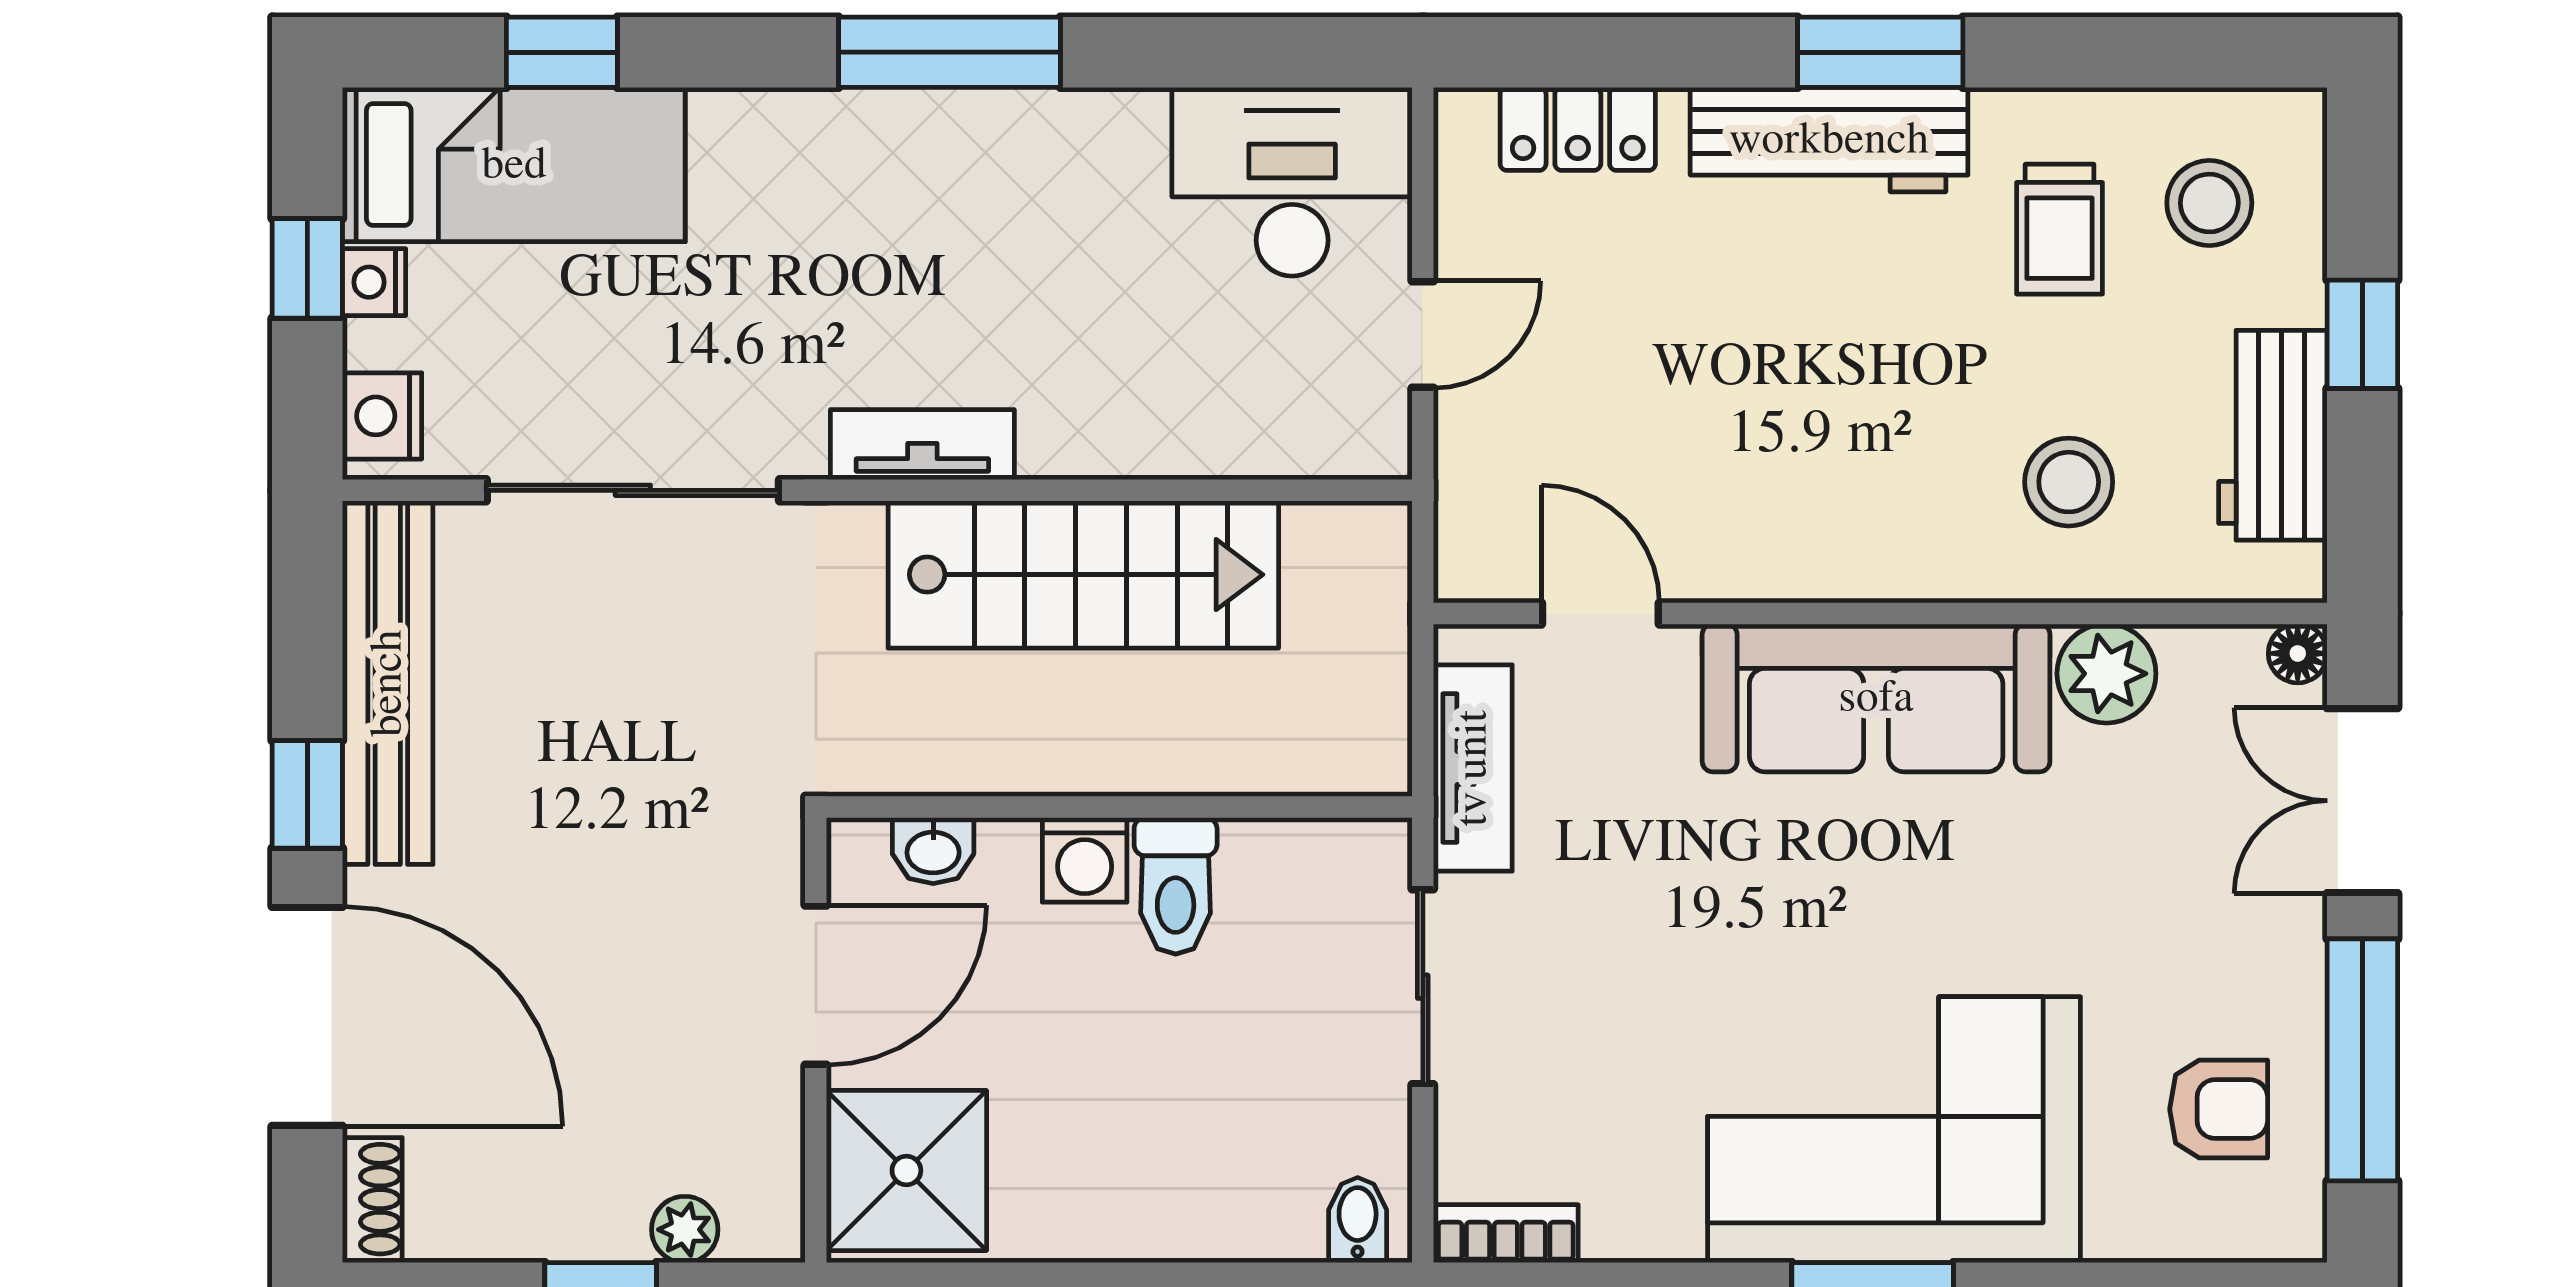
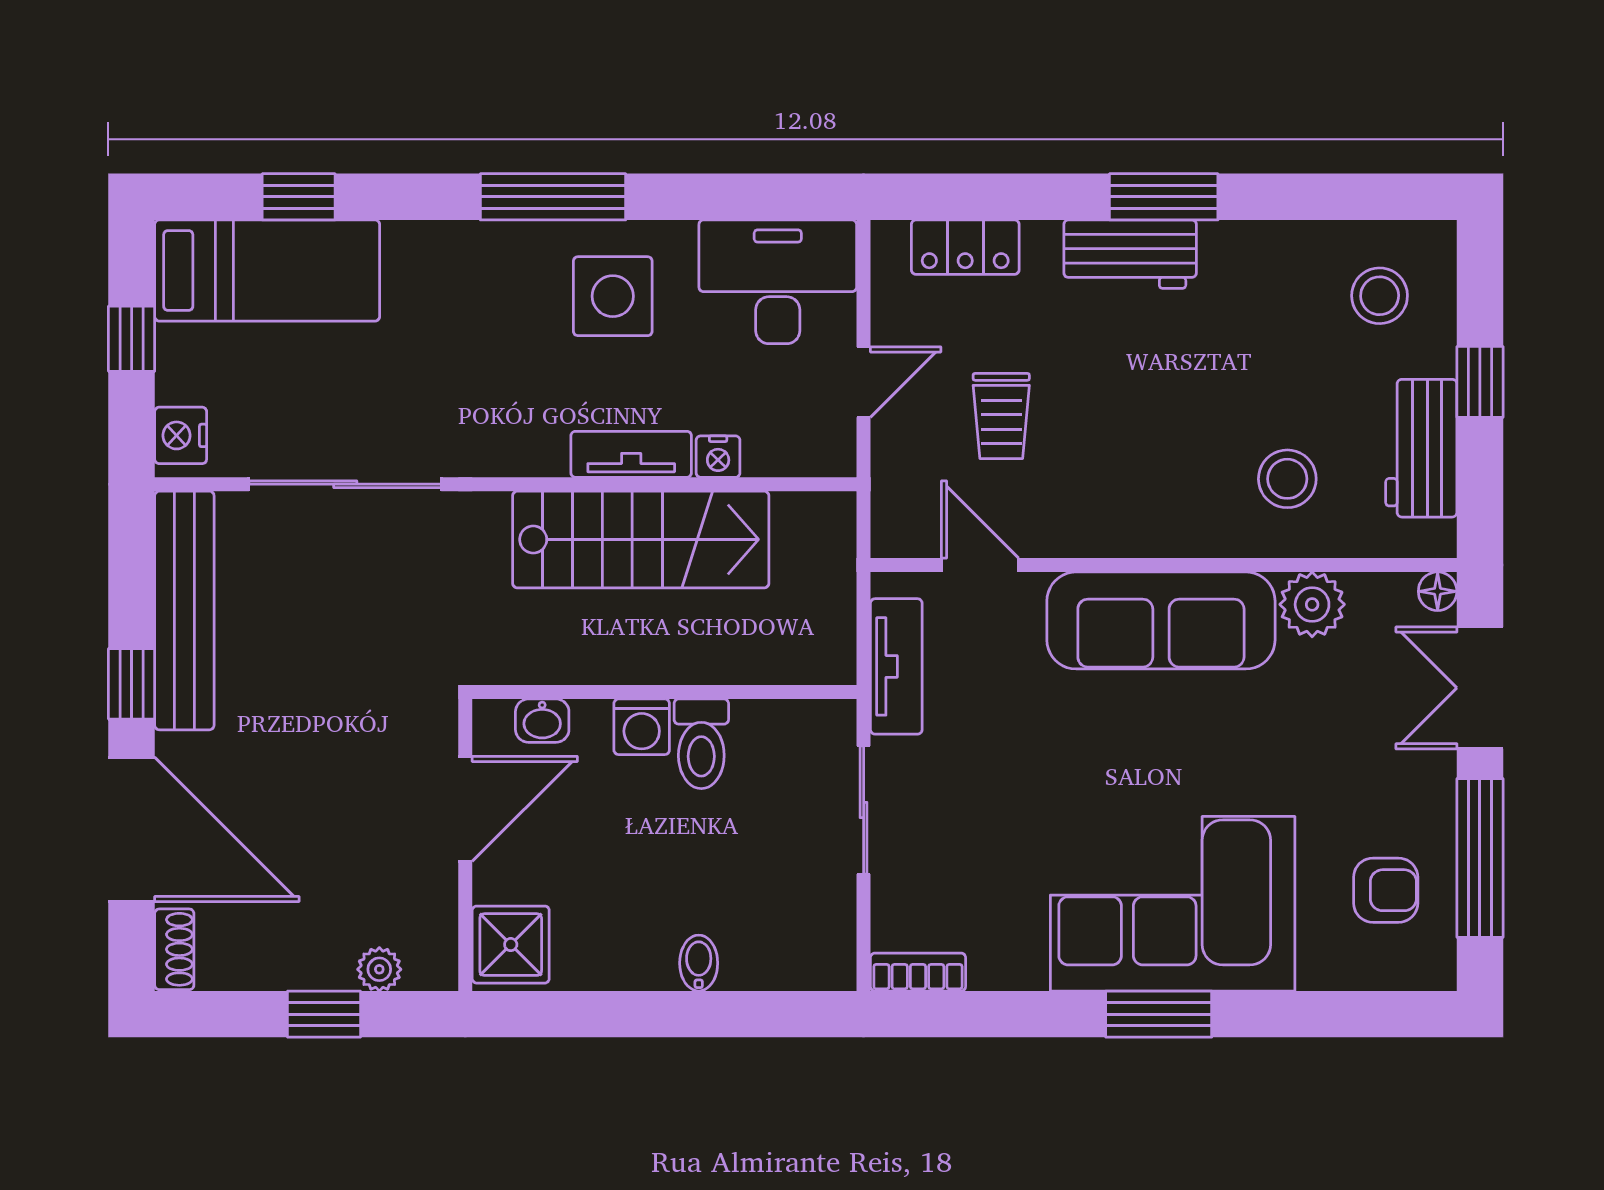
workbench: (1829, 140) -> (1130, 254), width x0.73
side table: (1041, 204) -> (613, 296), added
trolley: (2060, 229) -> (1001, 416), moved
nightstand: (374, 282) -> (718, 457), moved, turned -90
tv unit: (922, 445) -> (631, 454), moved
shower: (906, 1171) -> (511, 945), width x0.73, depth x0.73
bidet: (1358, 1220) -> (699, 963), moved

